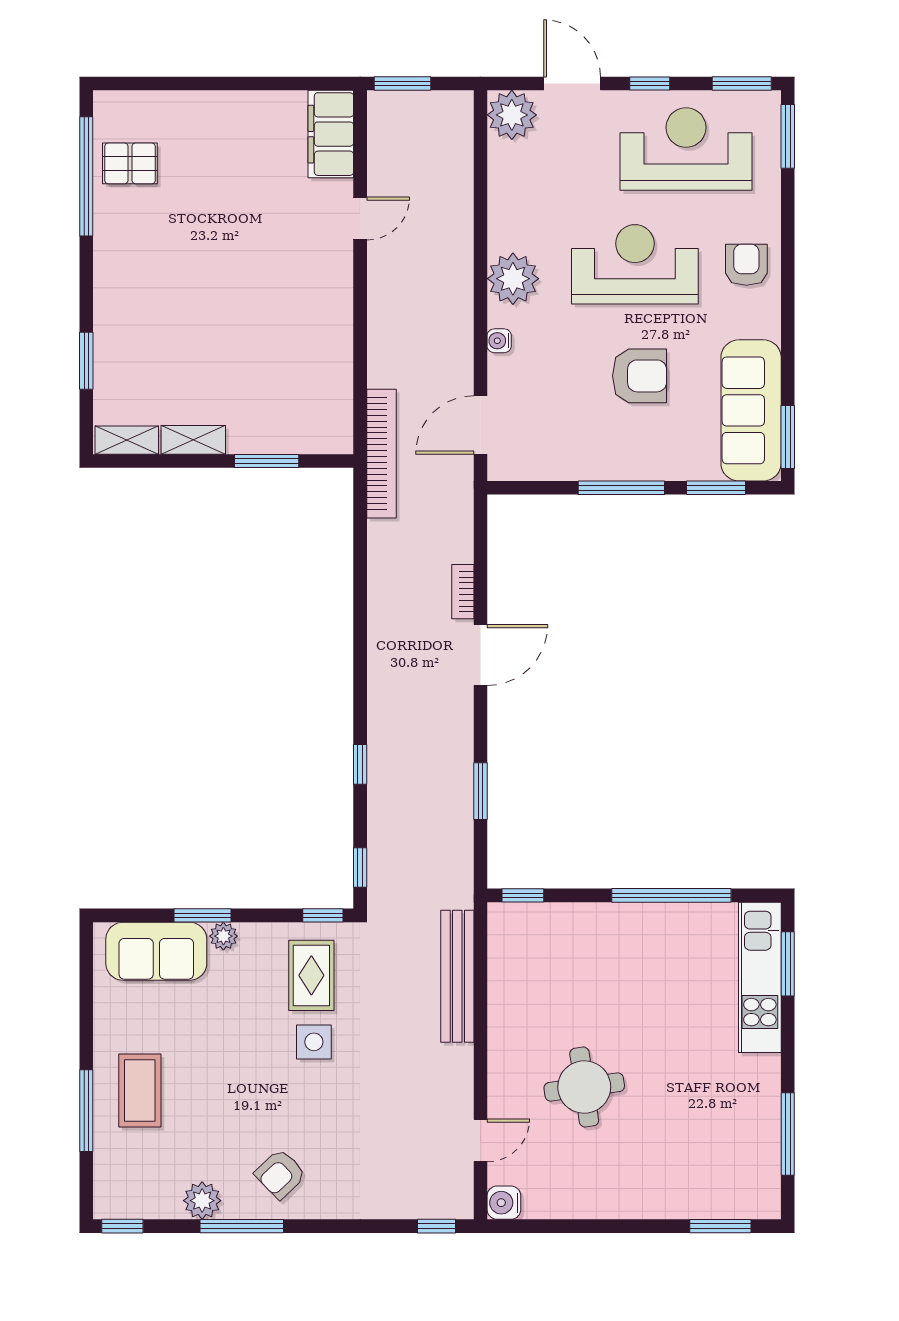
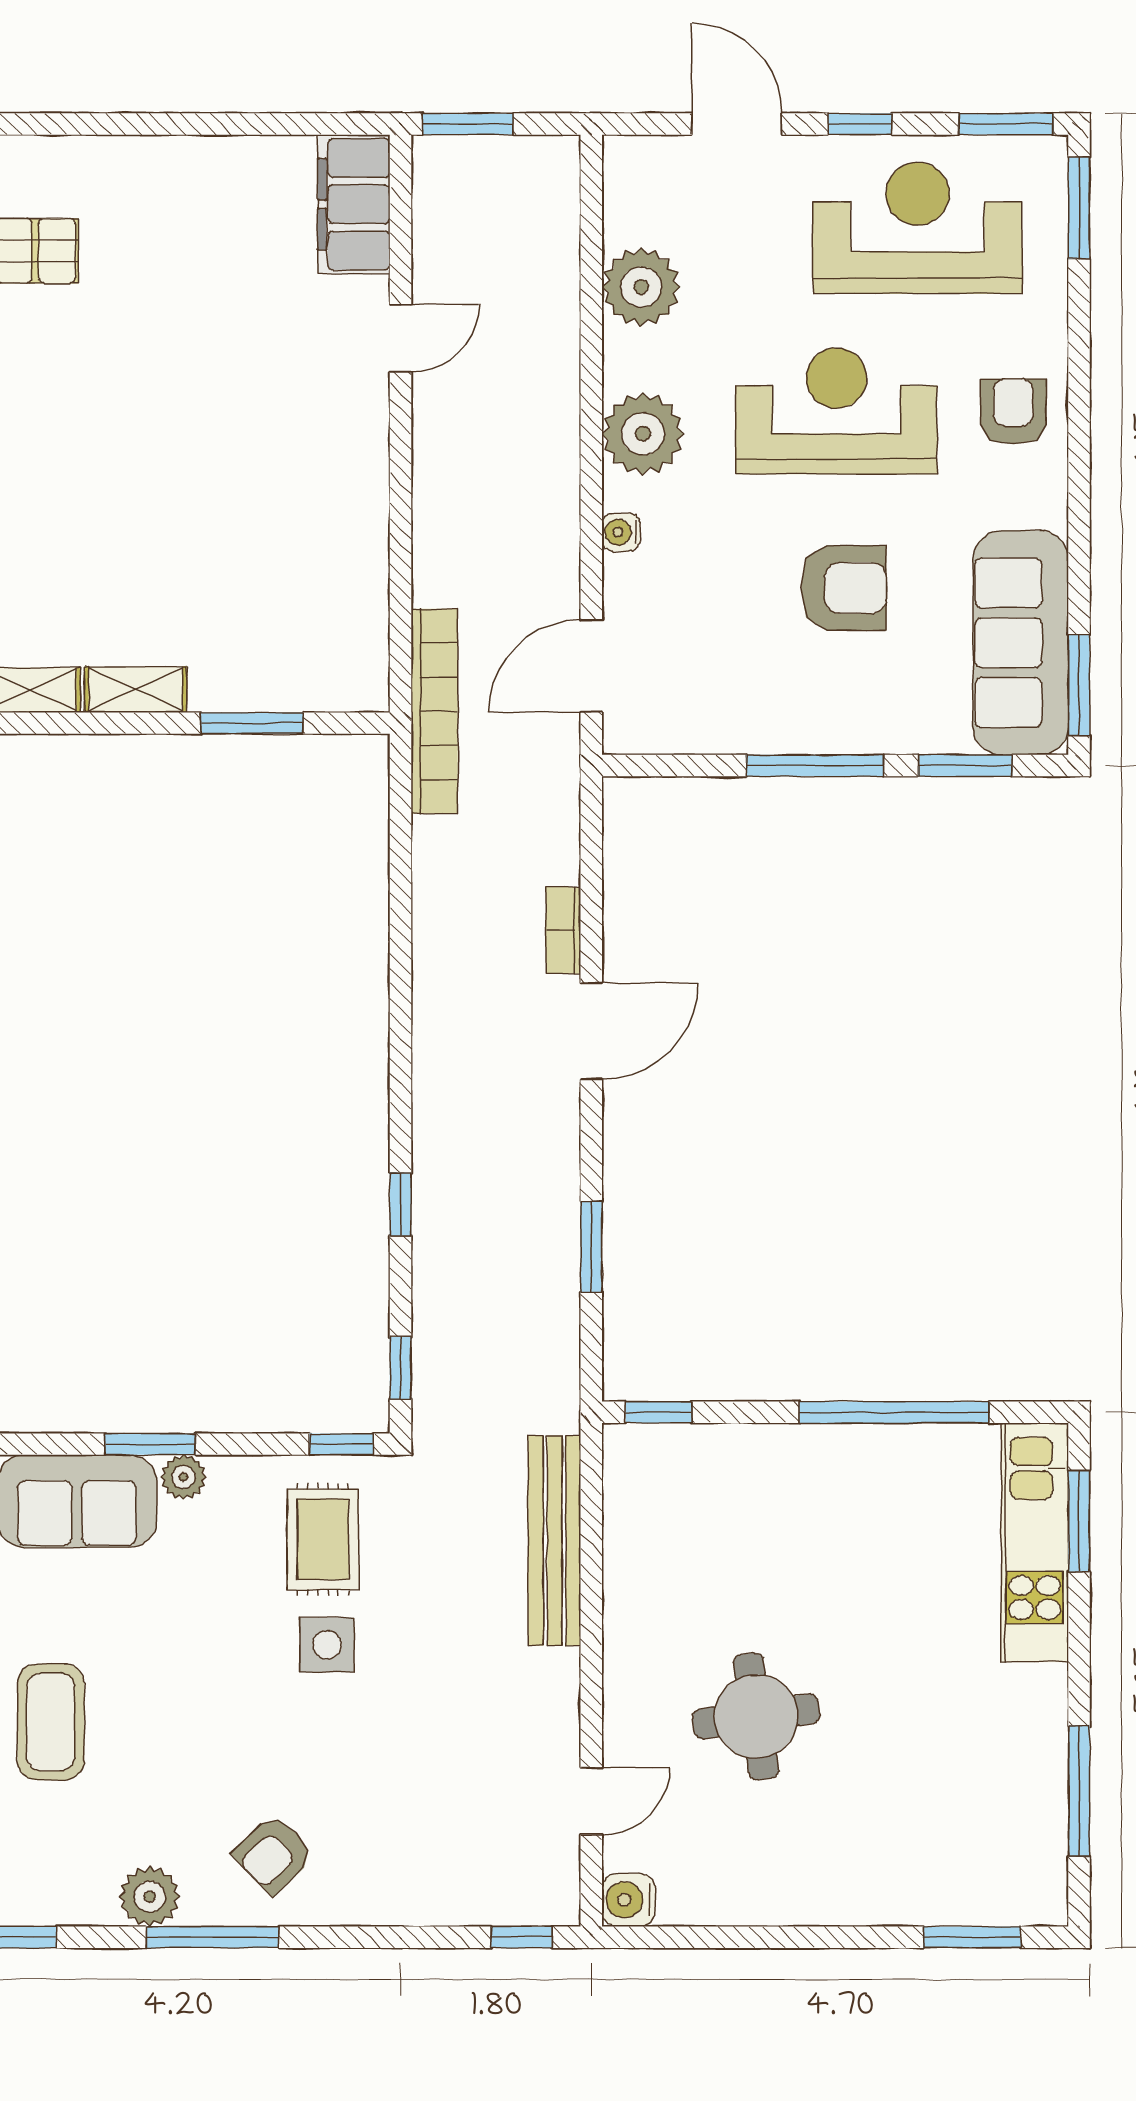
plant: (512, 115) -> (641, 287), moved

